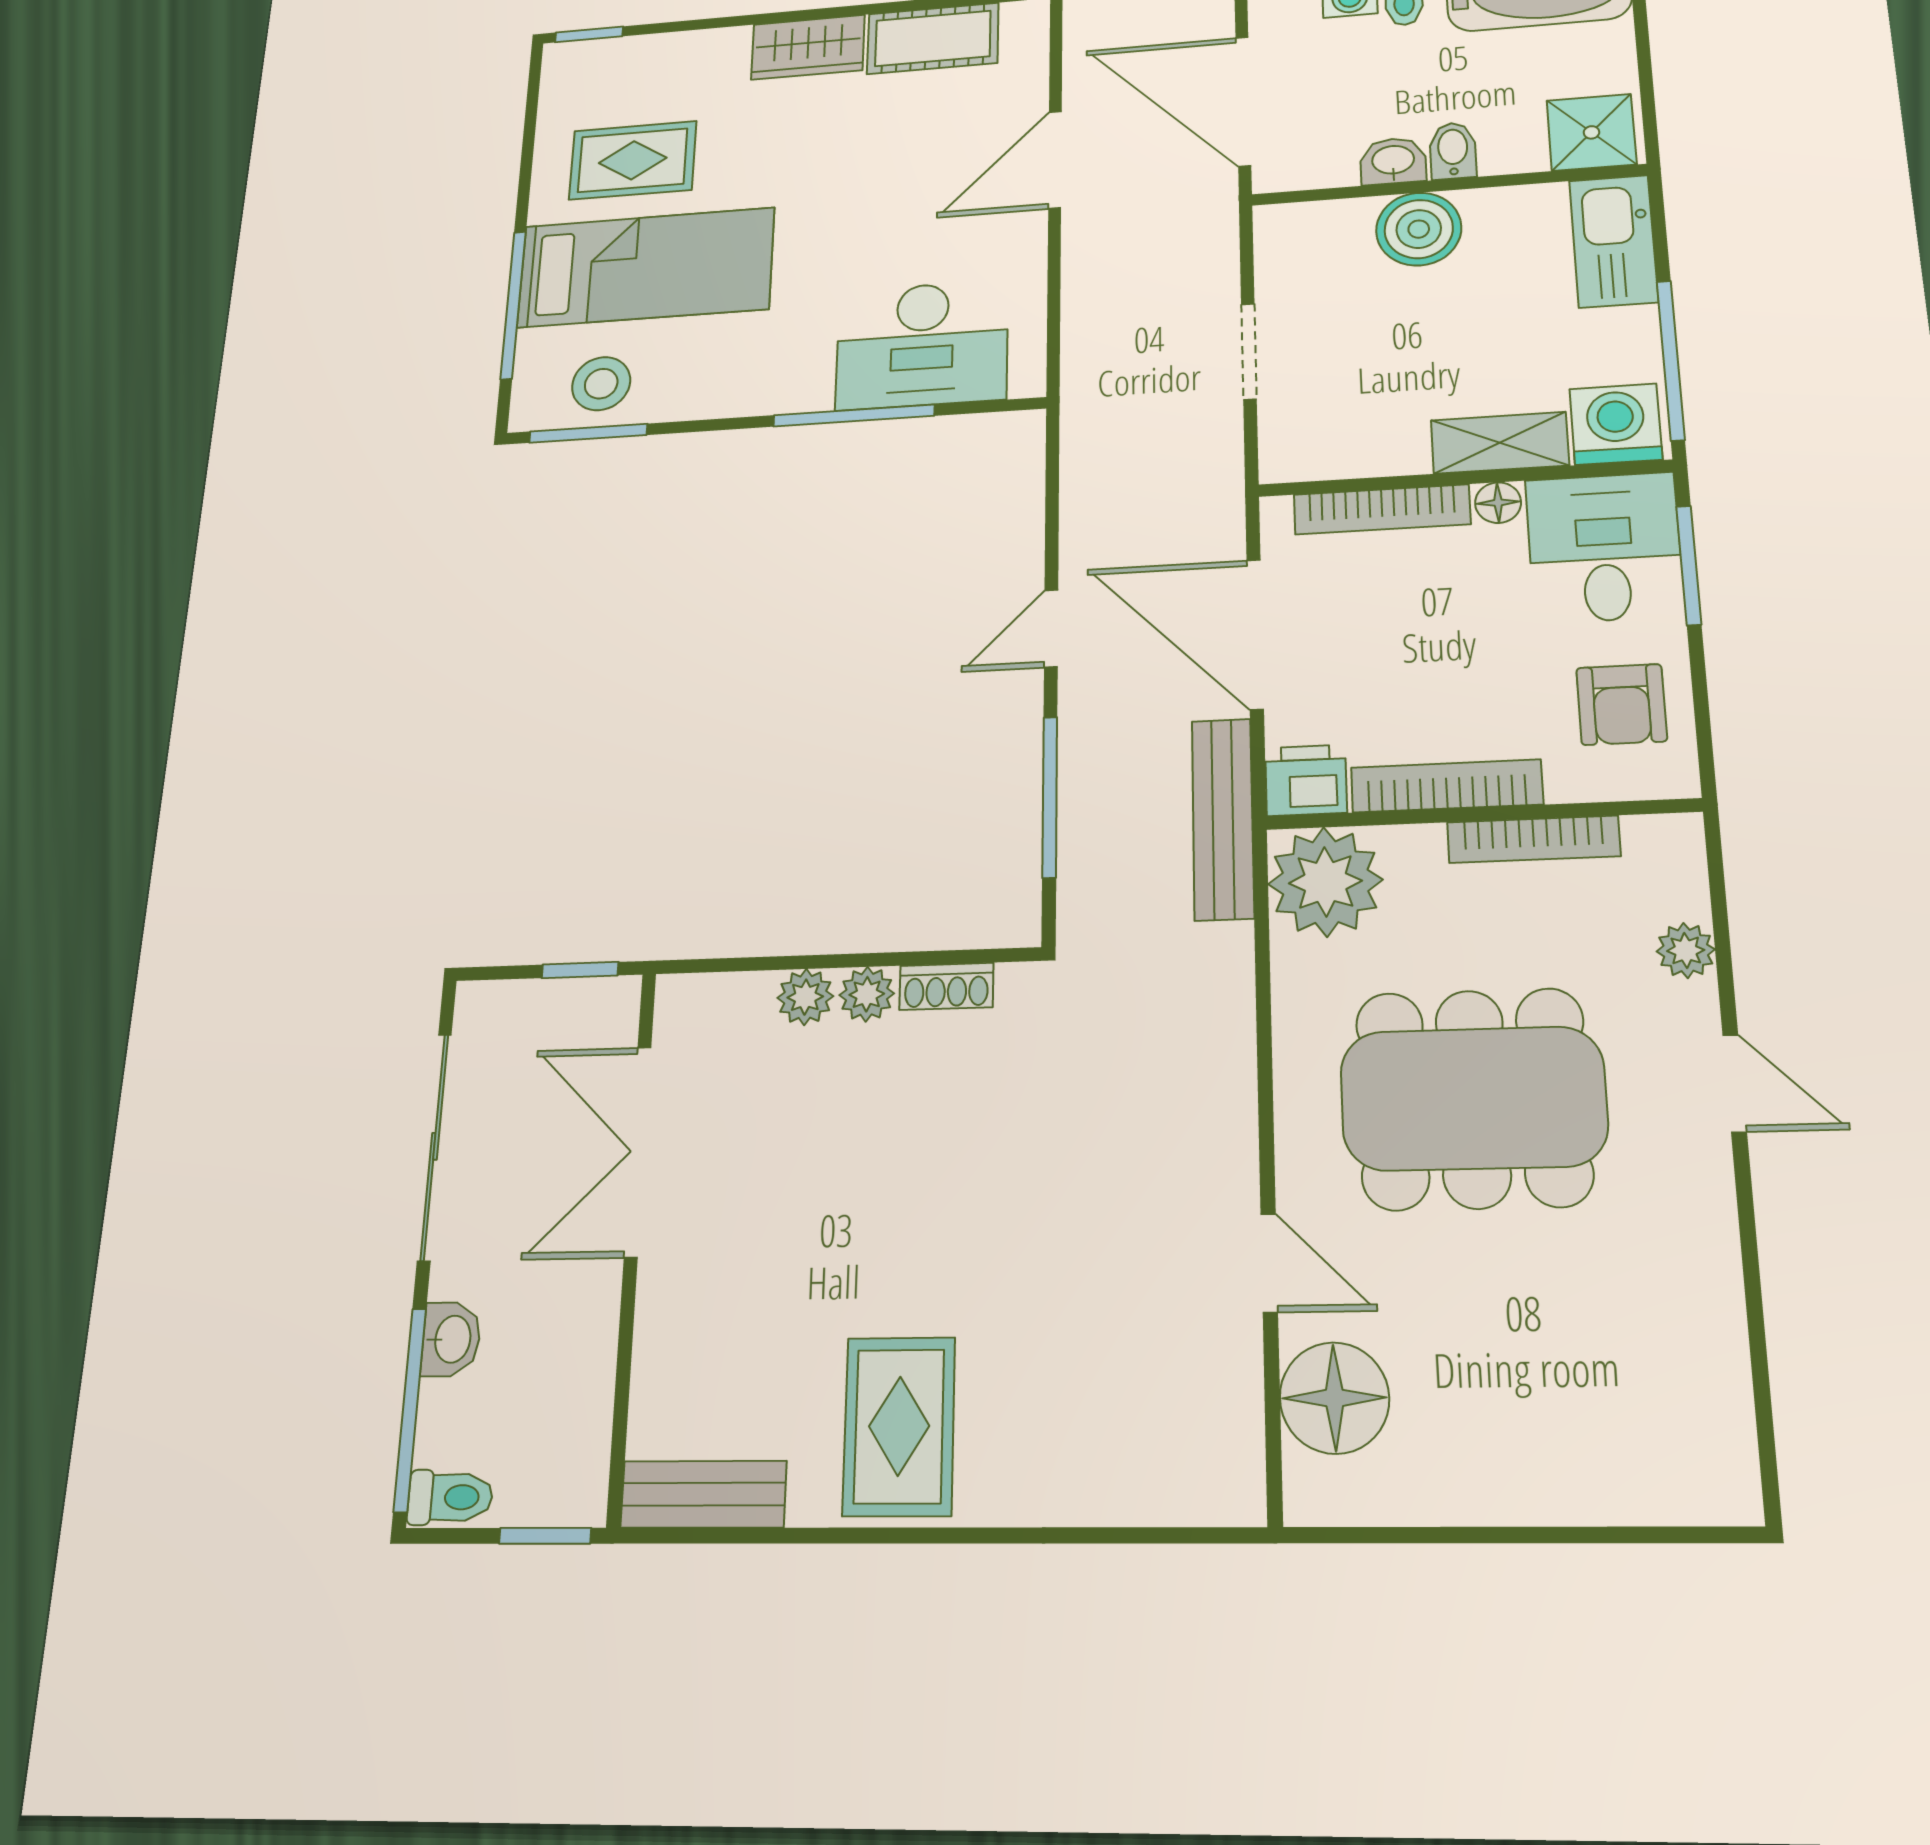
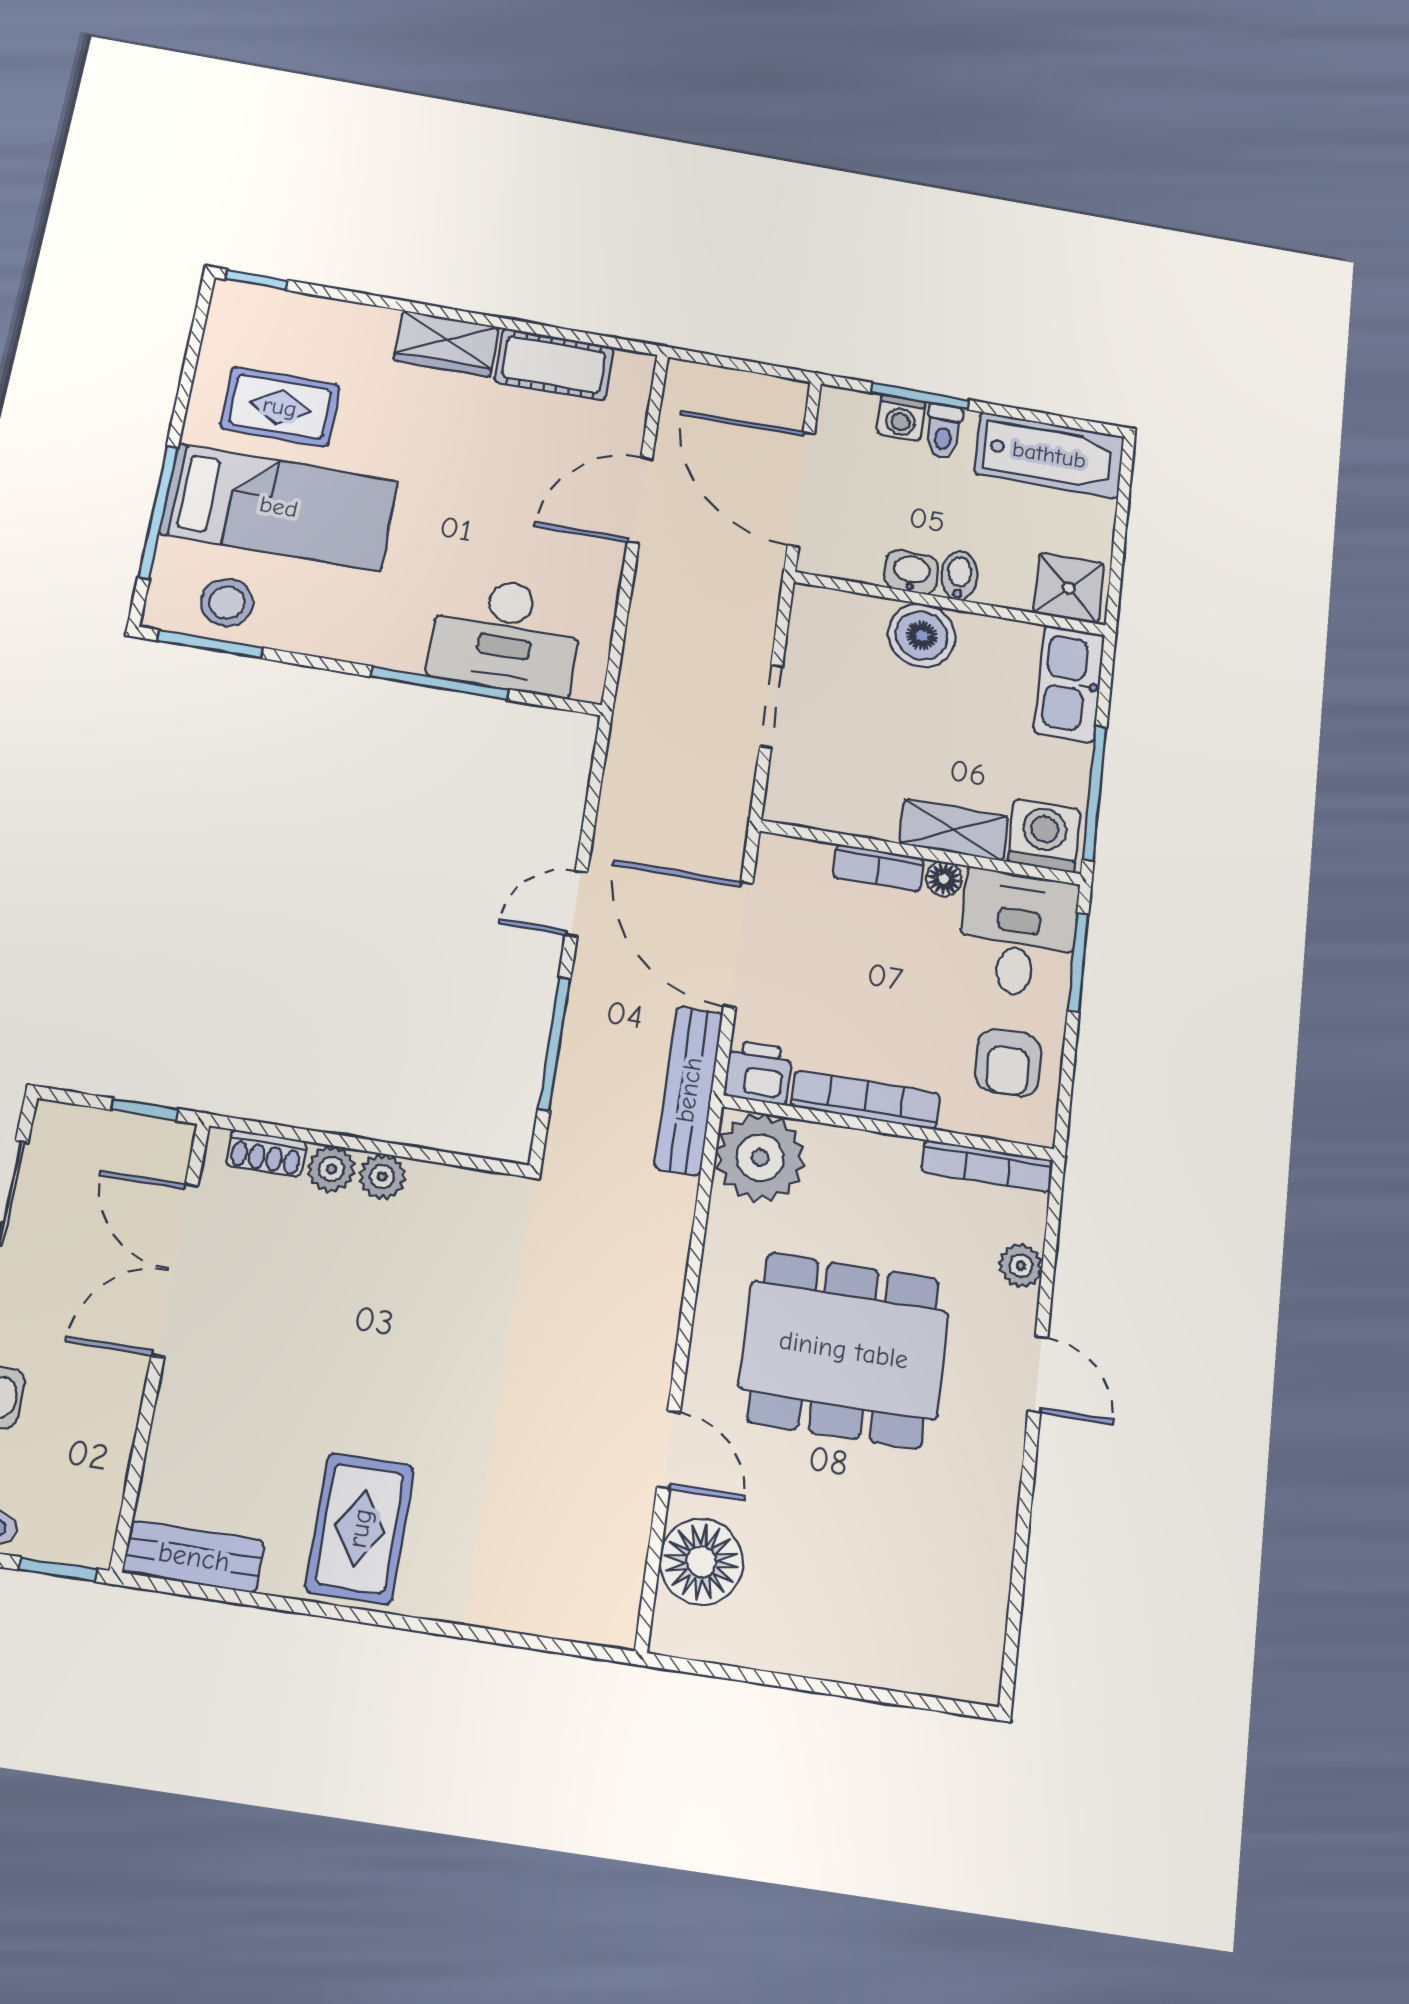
bookcase: (1382, 509) -> (878, 868), width x0.64
bookcase: (1533, 839) -> (987, 1166), moved
shoe rack: (946, 986) -> (266, 1153), moved

